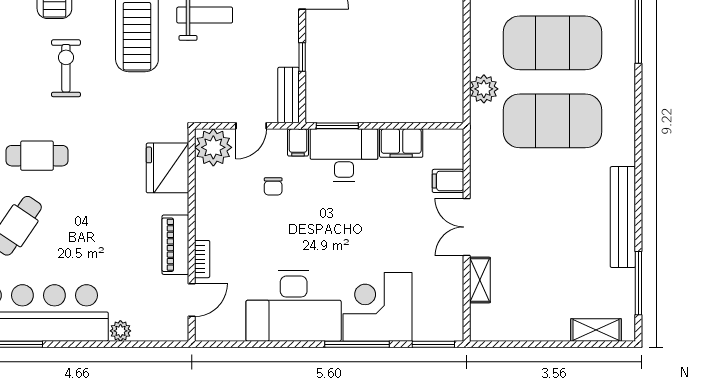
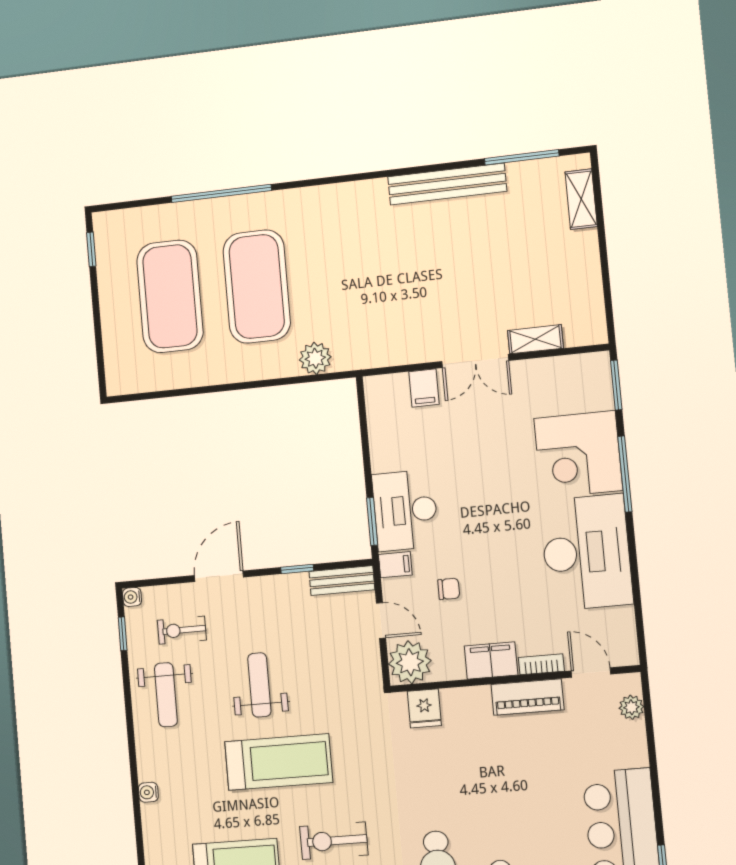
exercise mat: (552, 121) -> (345, 277), removed
filing cabinet: (401, 143) -> (491, 660), moved, turned -90
fridge: (168, 168) -> (424, 708), width x0.53, depth x0.75
plant: (120, 331) -> (631, 707), moved

